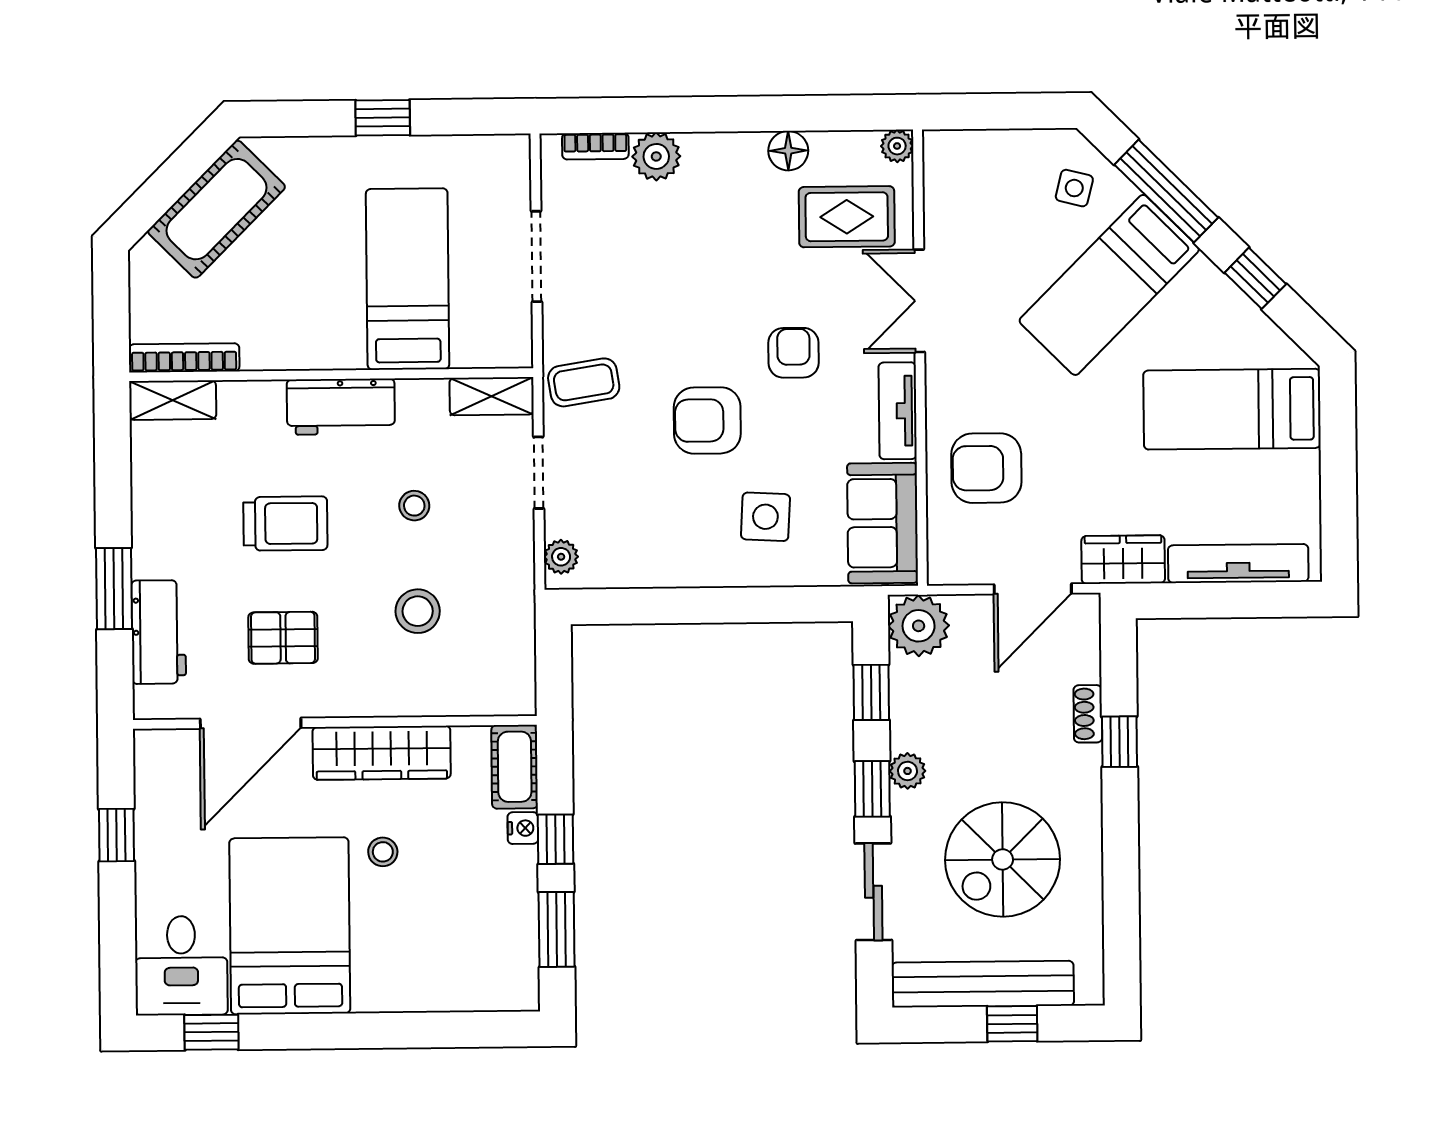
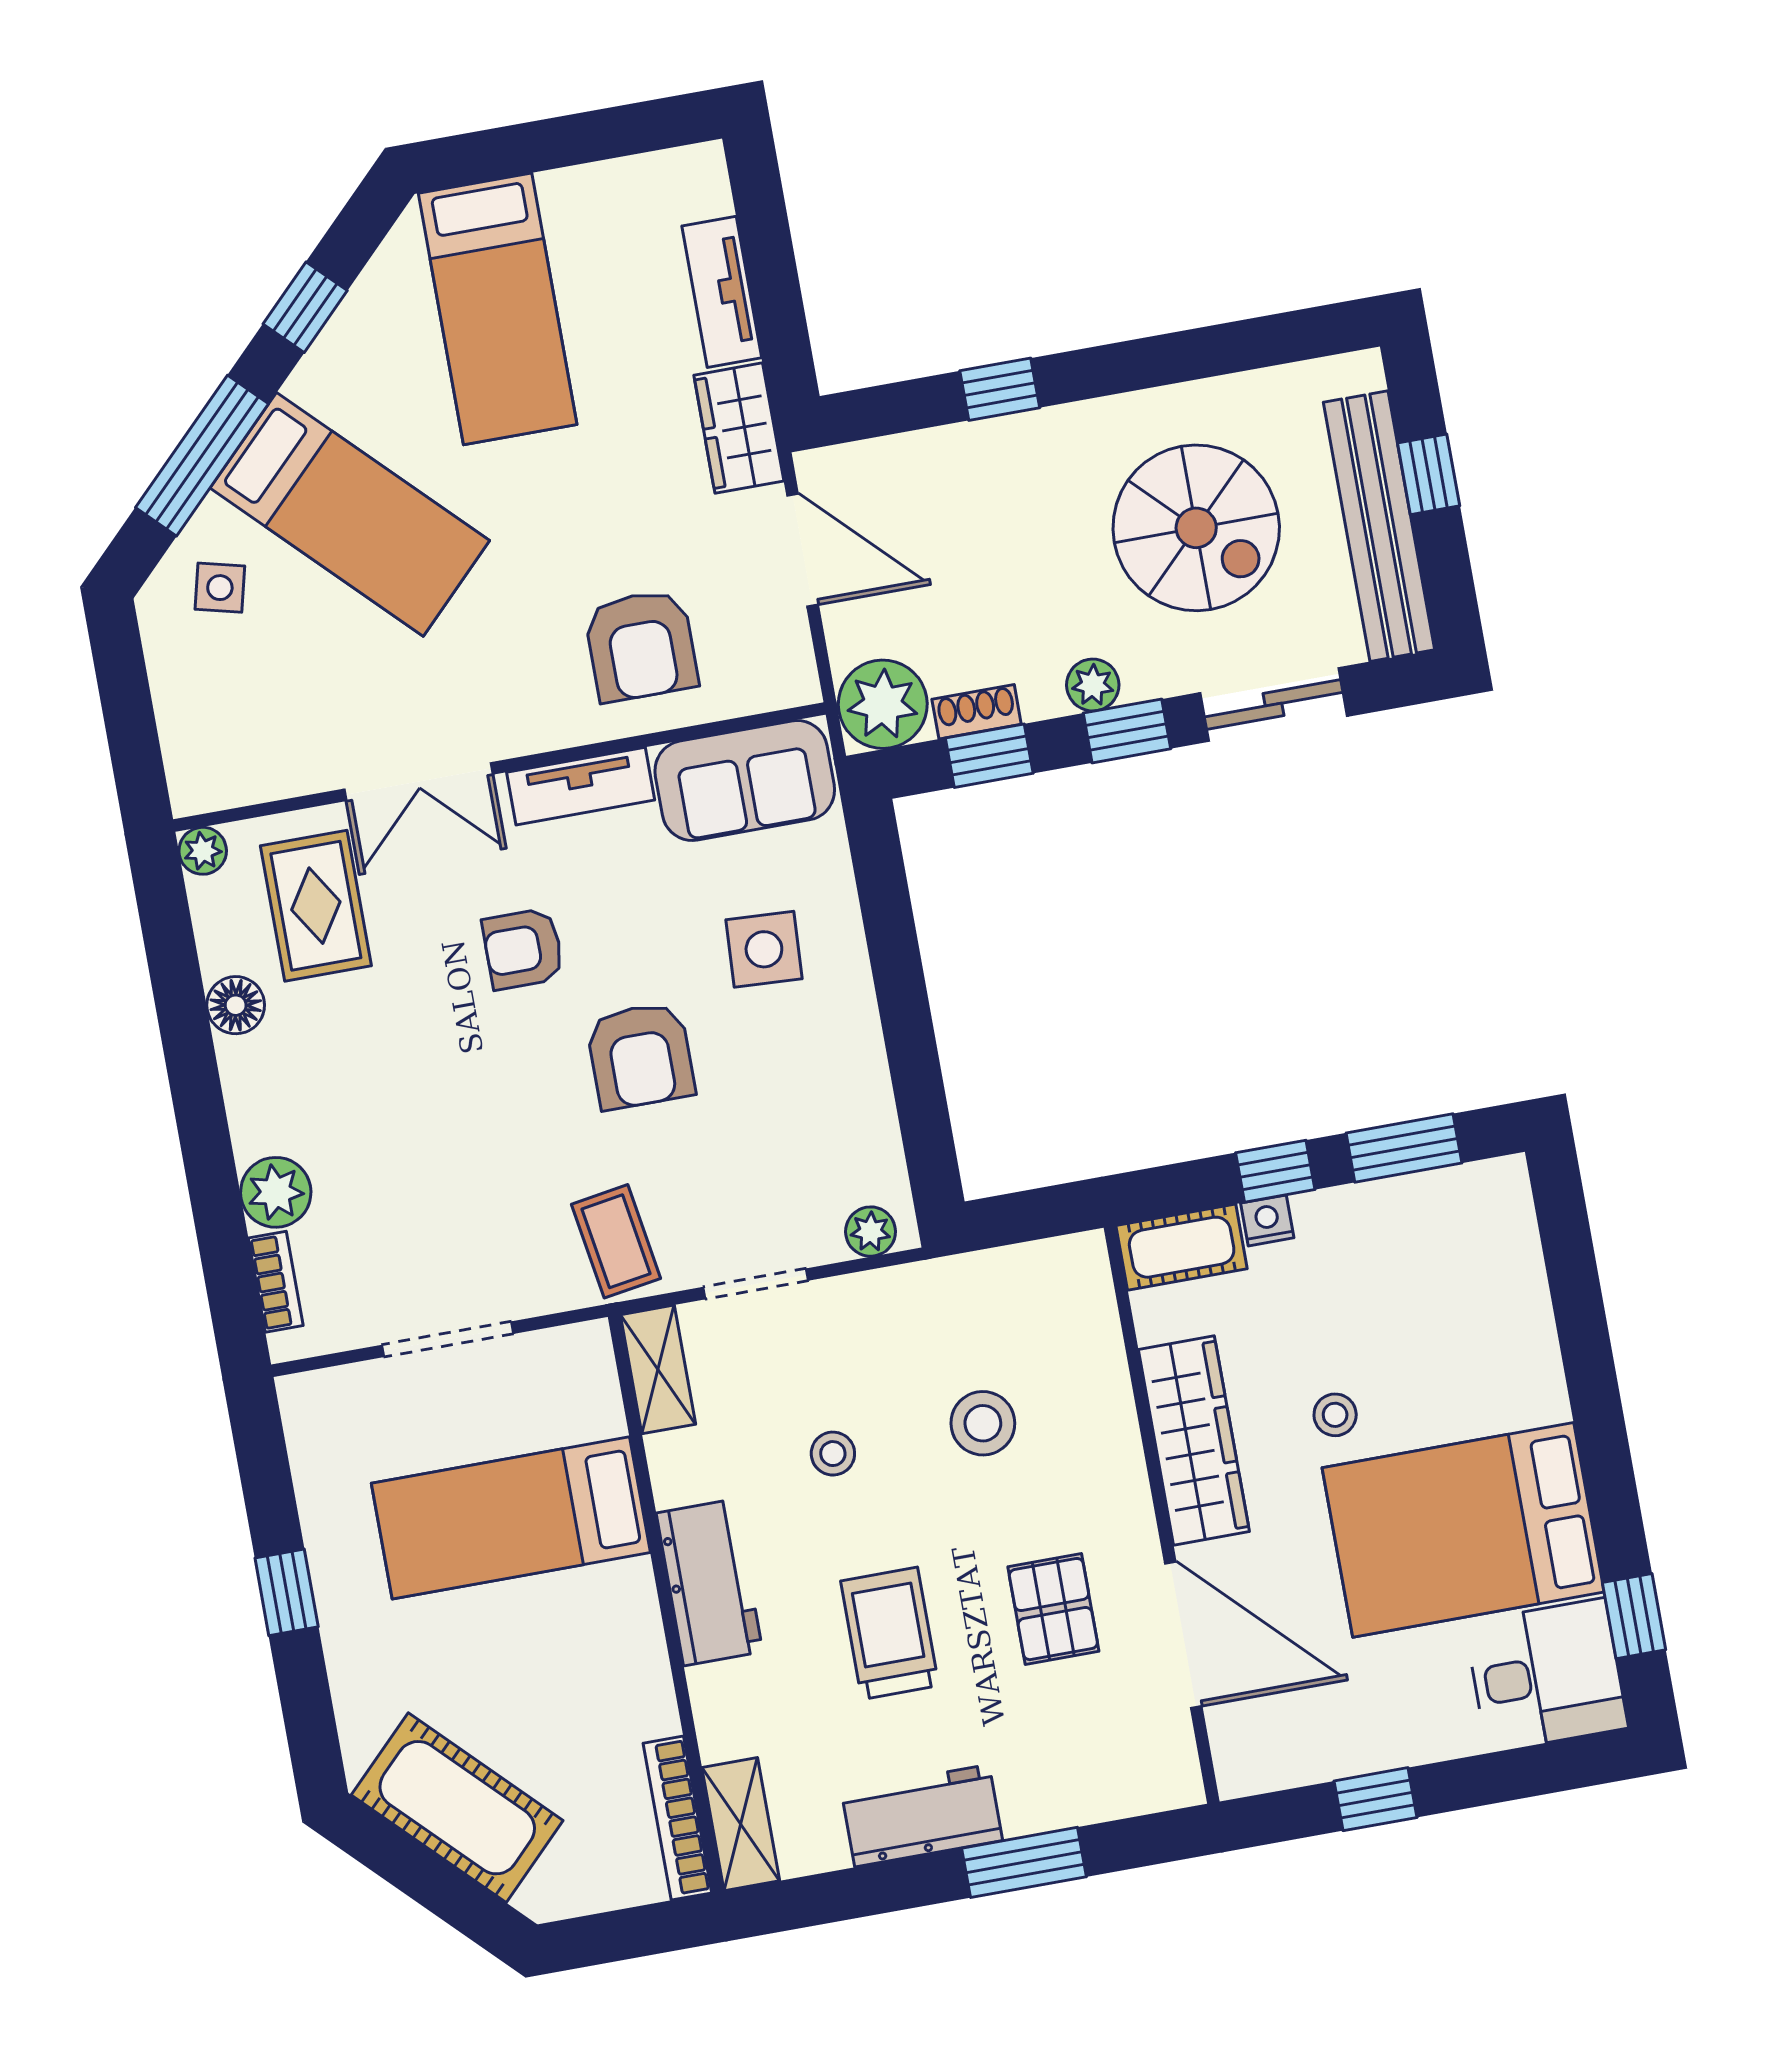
tv unit: (1238, 564) -> (722, 292), width x0.71
workbench: (159, 632) -> (922, 1816), moved
shoe rack: (1088, 714) -> (977, 712), moved, turned 180

